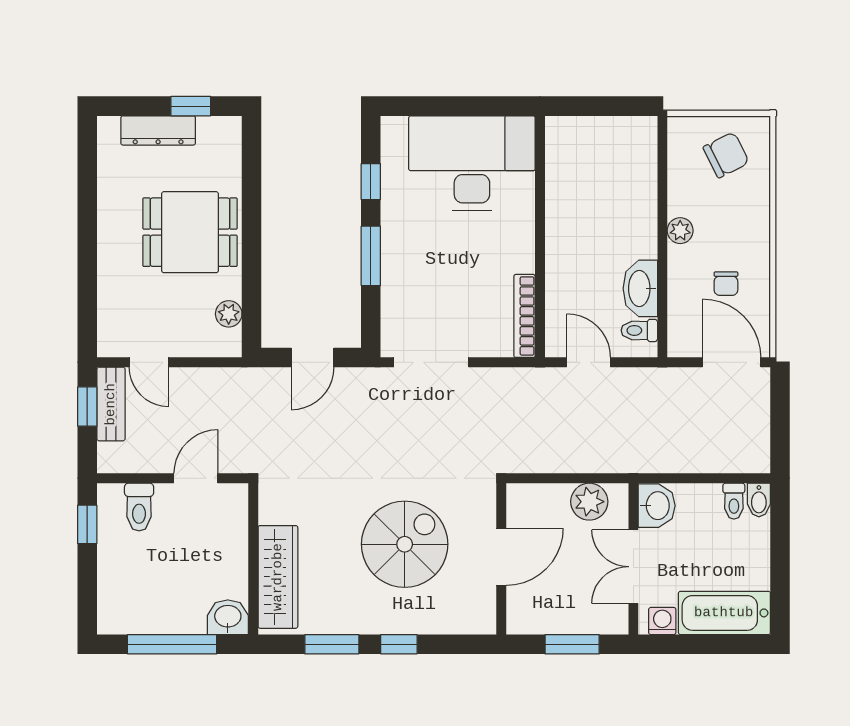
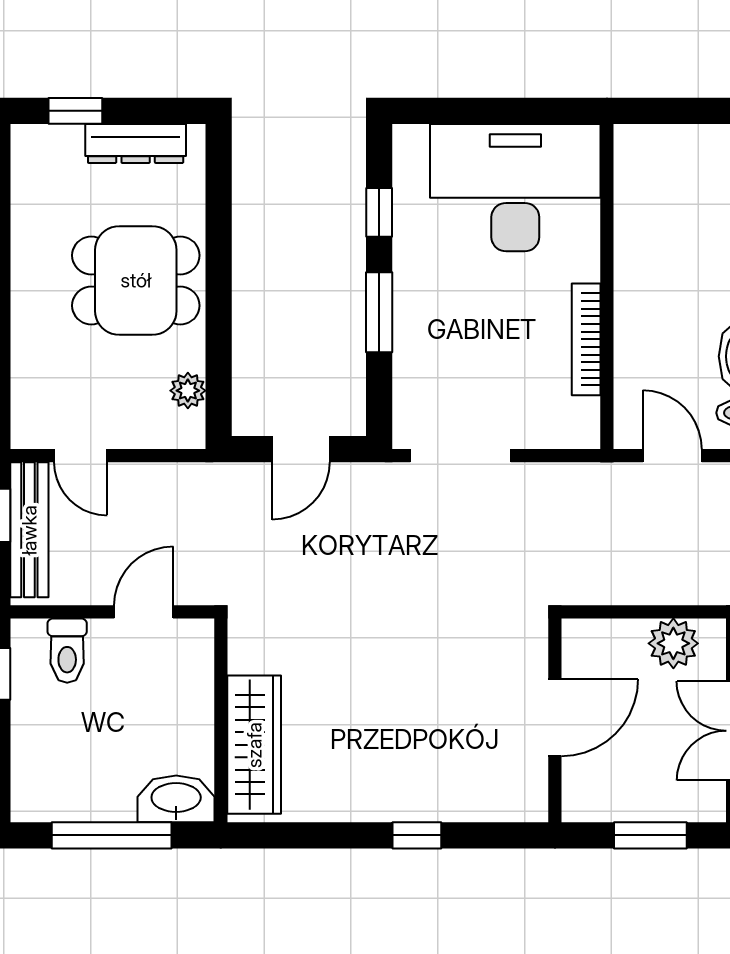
window: (191, 106) -> (75, 111), moved
dresser: (158, 130) -> (136, 144), moved
bookcase: (524, 316) -> (586, 339), moved
bench: (111, 404) -> (29, 530), width x1.36
spiral stairs: (405, 544) -> (425, 701), removed
washbasin: (228, 617) -> (176, 799), width x1.38
window: (332, 644) -> (327, 835), removed

